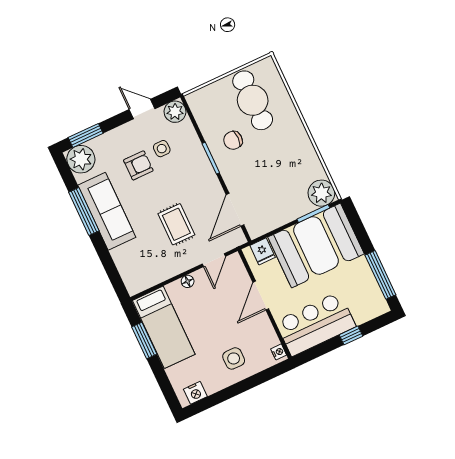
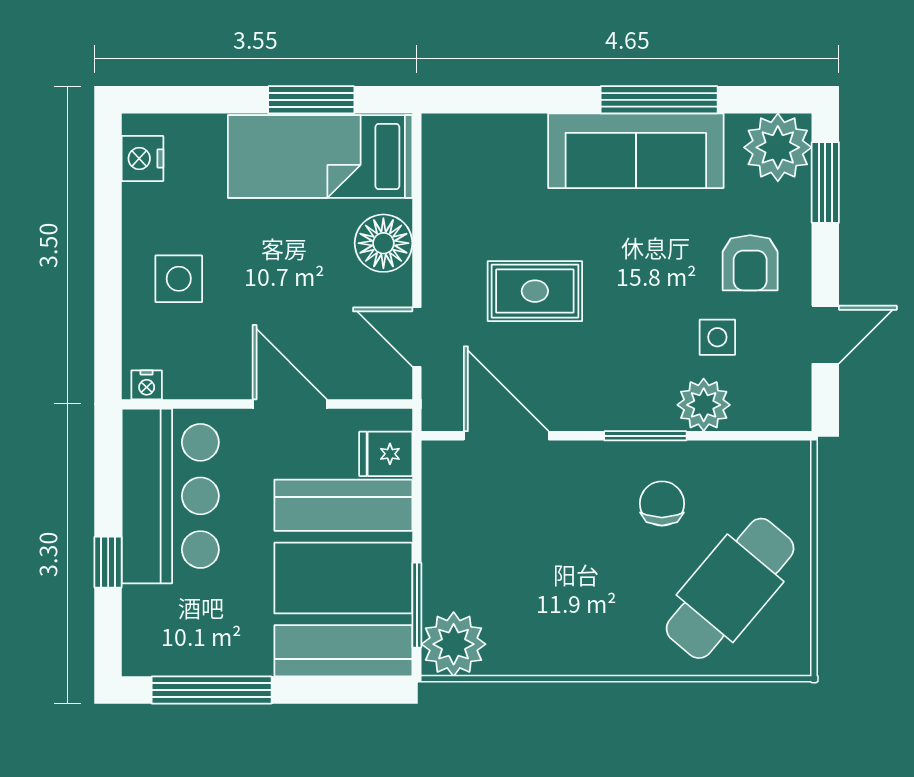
cafe table: (253, 100) -> (730, 588), turned -50
plant: (175, 112) -> (704, 405), moved
armchair: (138, 165) -> (750, 263), moved
floor lamp: (188, 281) -> (383, 243), width x1.89, depth x1.89

